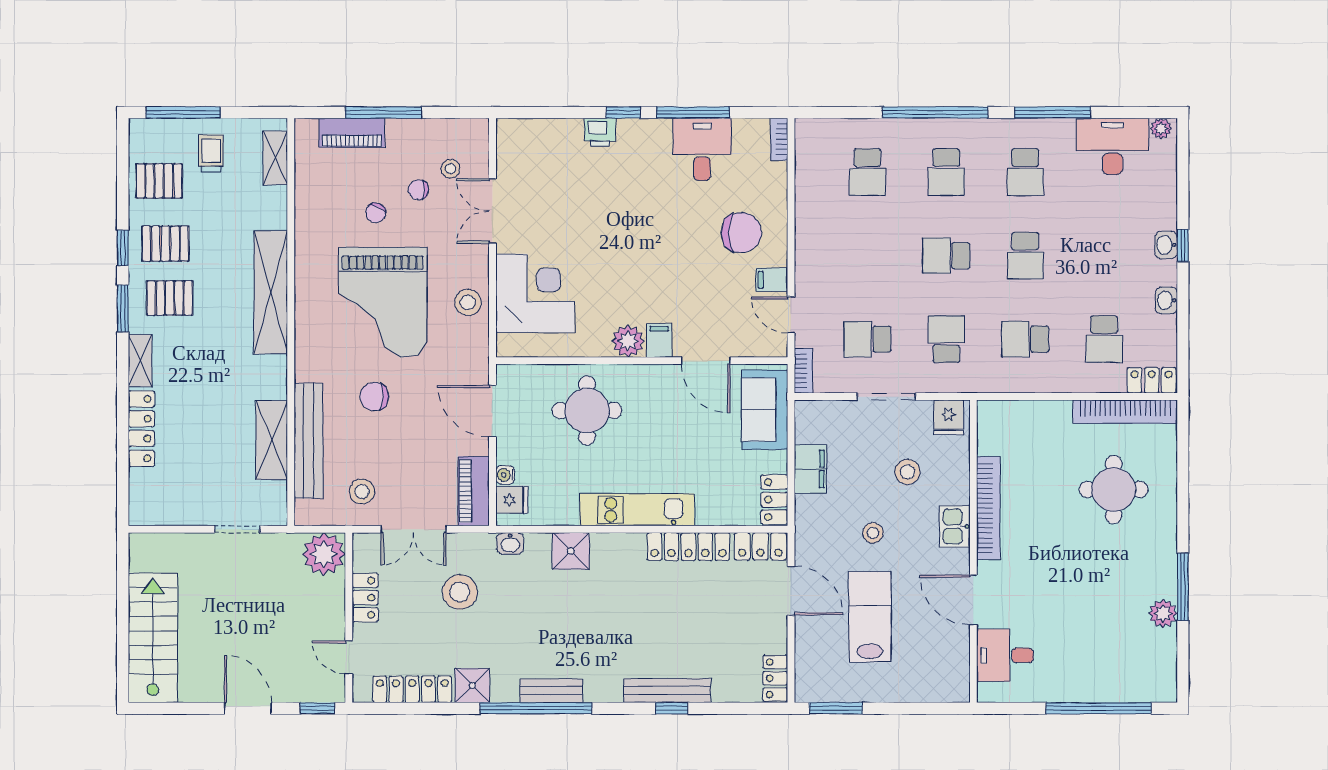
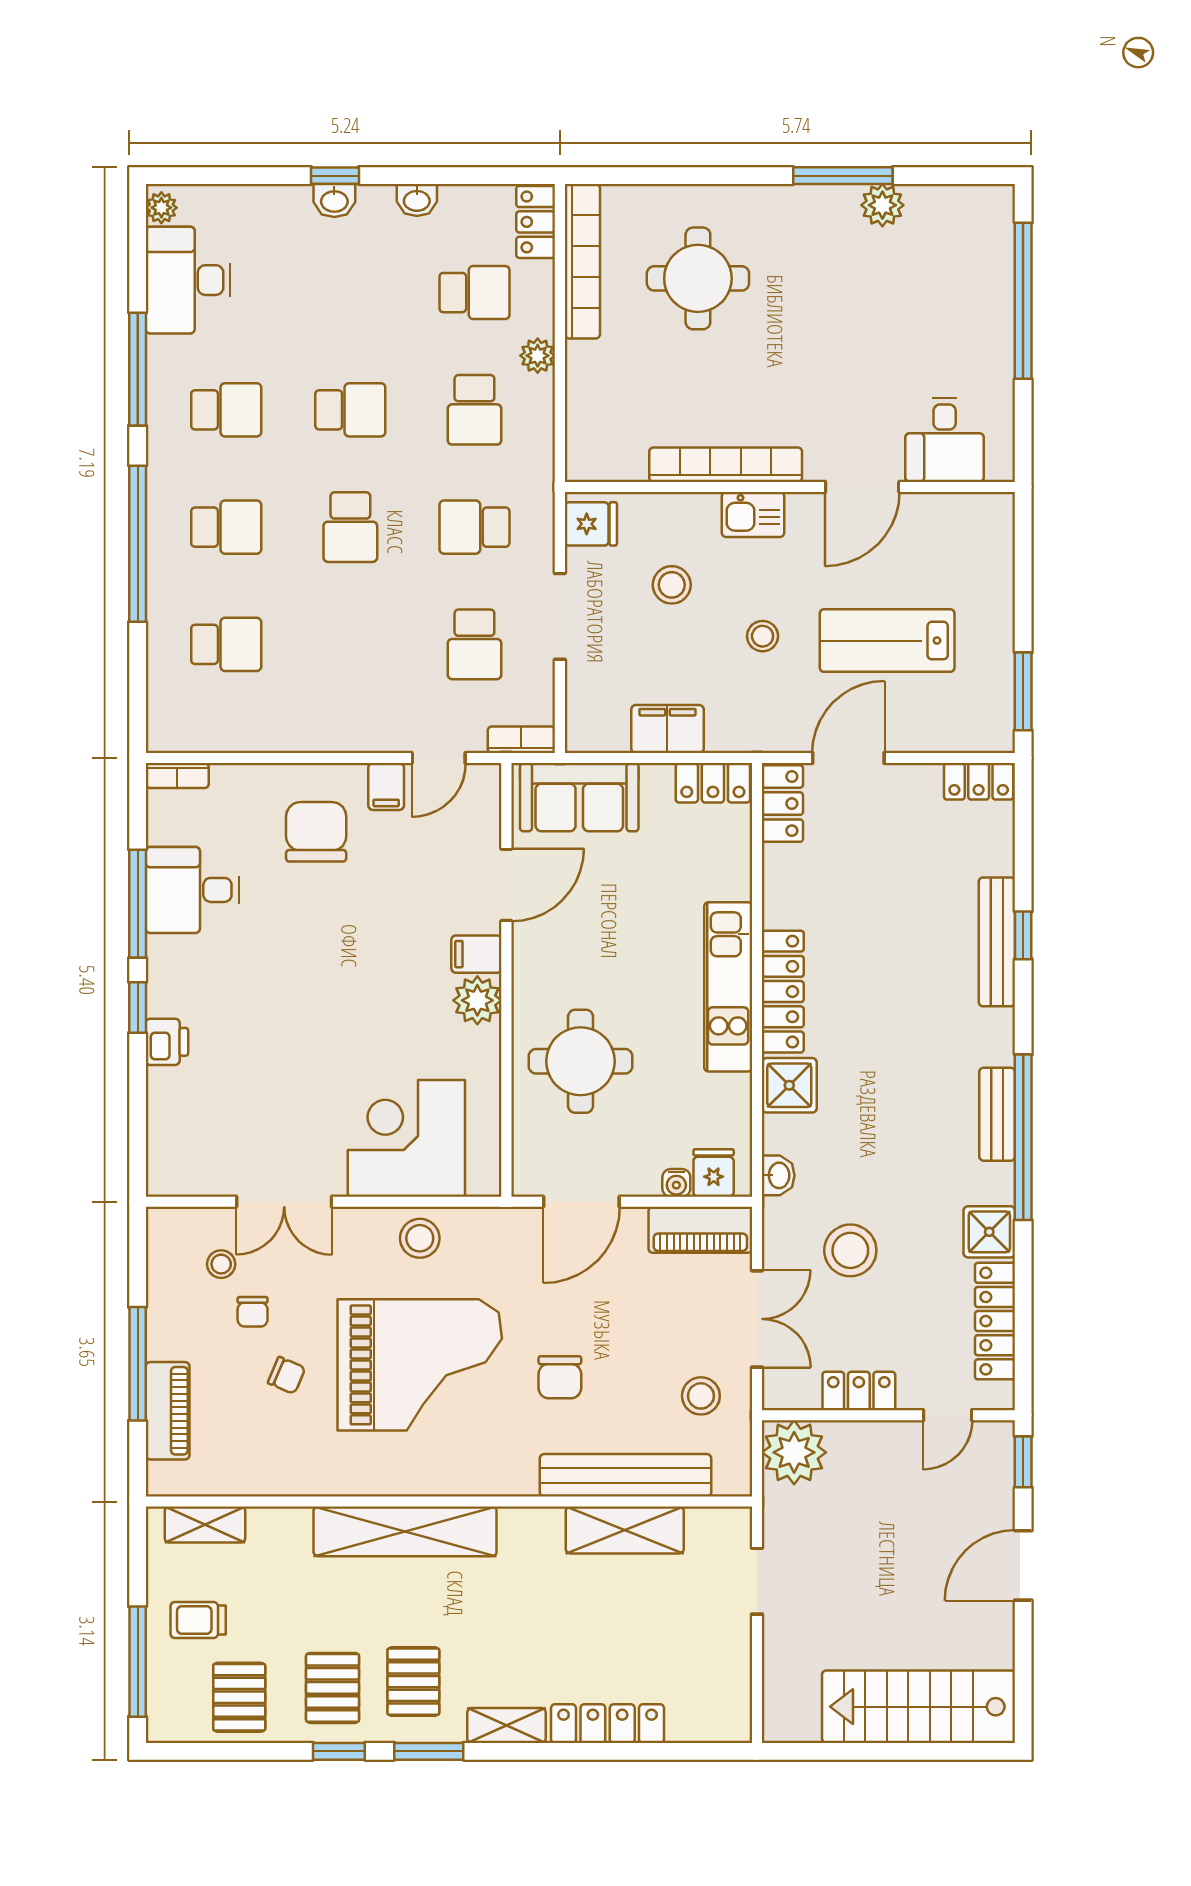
plant: (1062, 382) -> (538, 356), added
locker: (688, 547) -> (783, 992), moved

